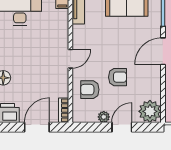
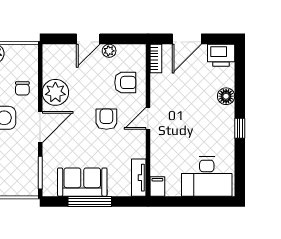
armchair: (118, 77) -> (106, 119), moved, turned 90
plant: (150, 111) -> (55, 92), moved

